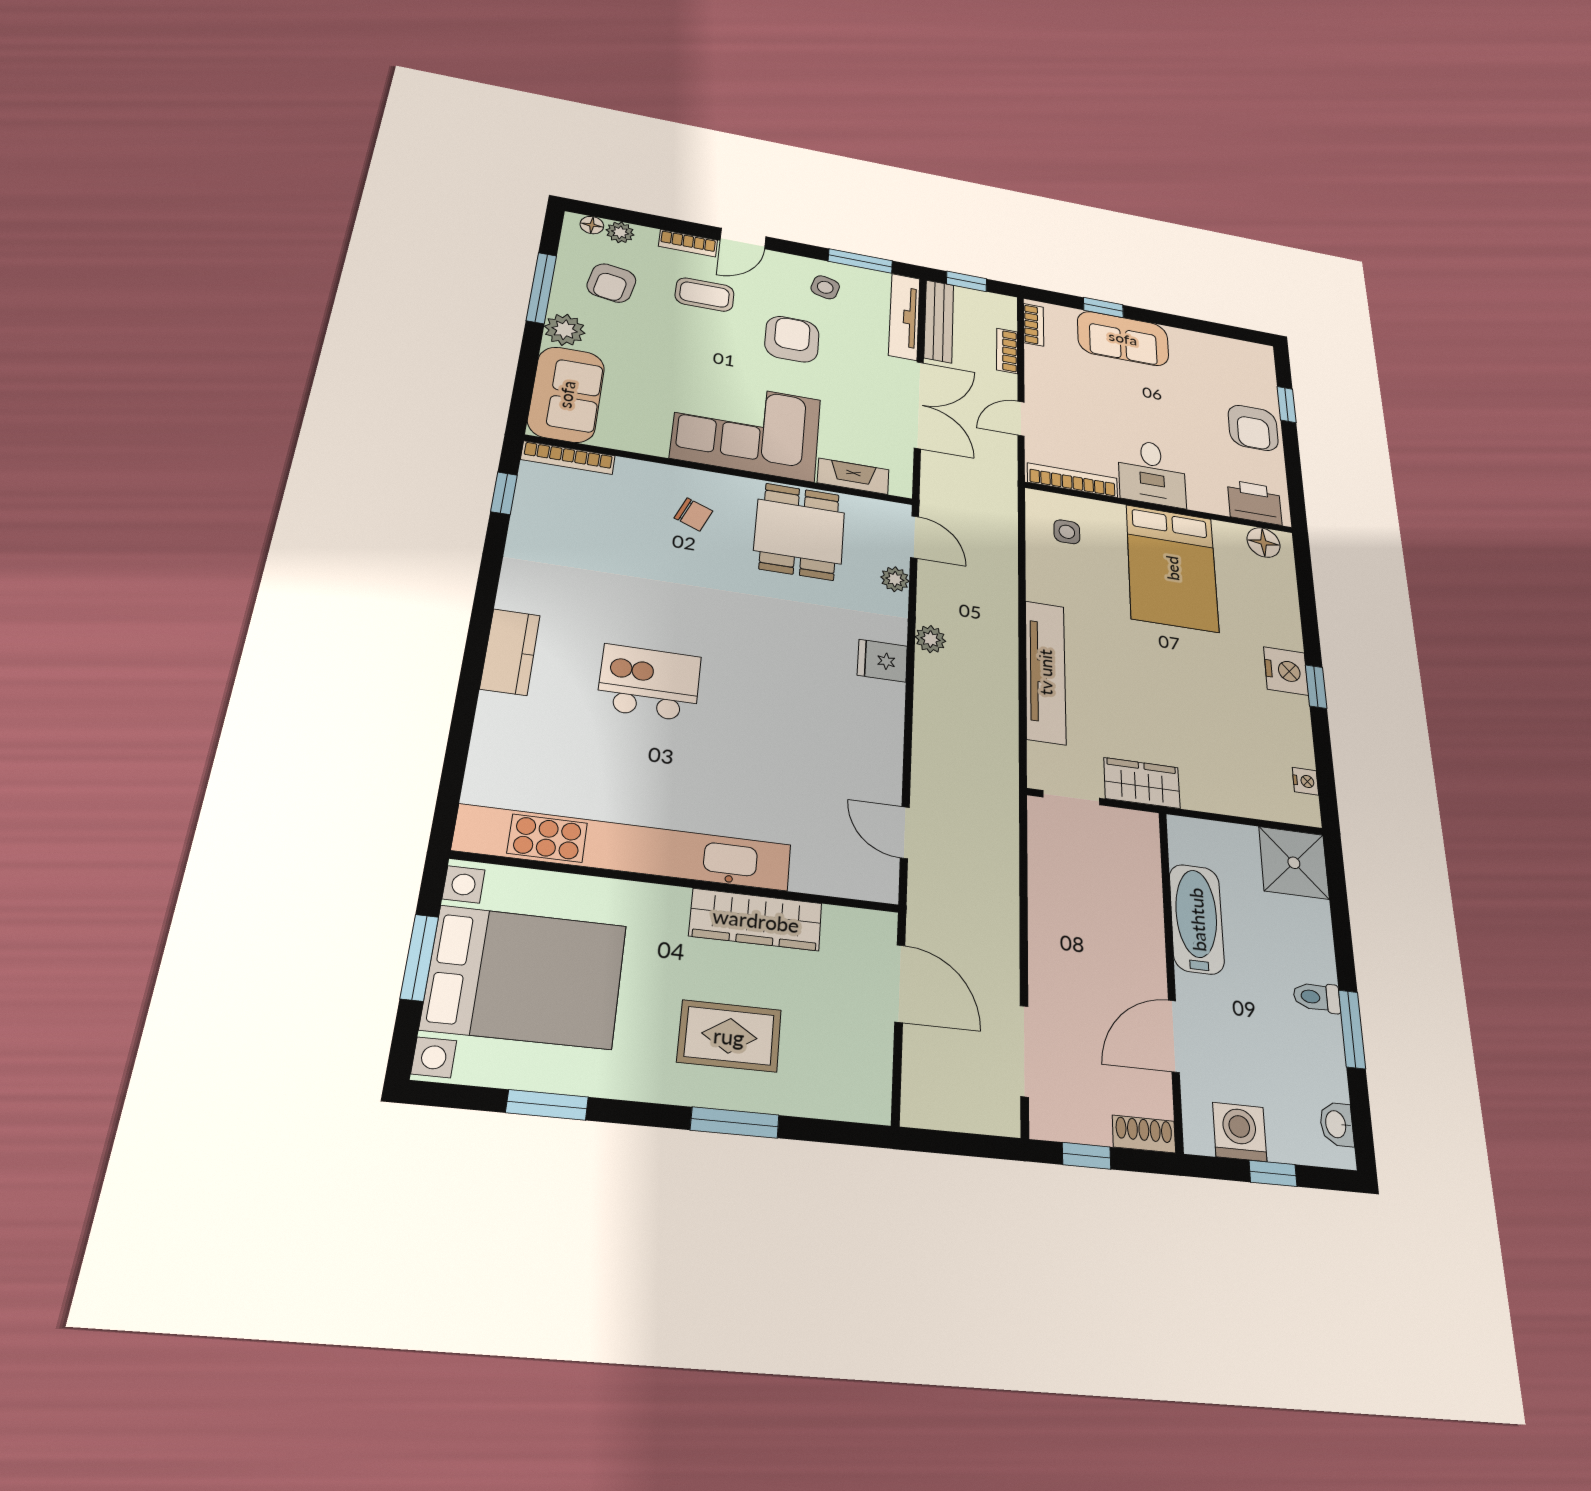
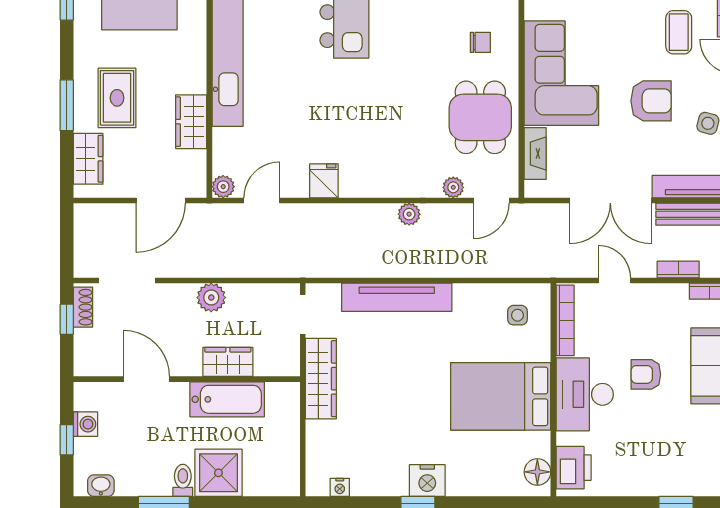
armchair: (1253, 428) -> (646, 374), moved, width x0.72, depth x0.72
desk: (1152, 473) -> (585, 394), width x1.37
chair: (693, 514) -> (480, 42), turned -112
dining table: (799, 531) -> (480, 117), turned 90
fridge: (882, 661) -> (324, 181), moved
wardrobe: (1142, 783) -> (321, 379), width x1.50
shower: (1294, 863) -> (218, 473), moved
plant: (882, 886) -> (223, 187), added
wardrobe: (1143, 911) -> (228, 362), added
wardrobe: (756, 920) -> (191, 122), width x0.67
plant: (1049, 924) -> (211, 298), added
wardrobe: (827, 1094) -> (88, 159), added
washing machine: (1240, 1132) -> (85, 424), width x0.73, depth x0.73
shoe rack: (1144, 1134) -> (83, 307), moved

